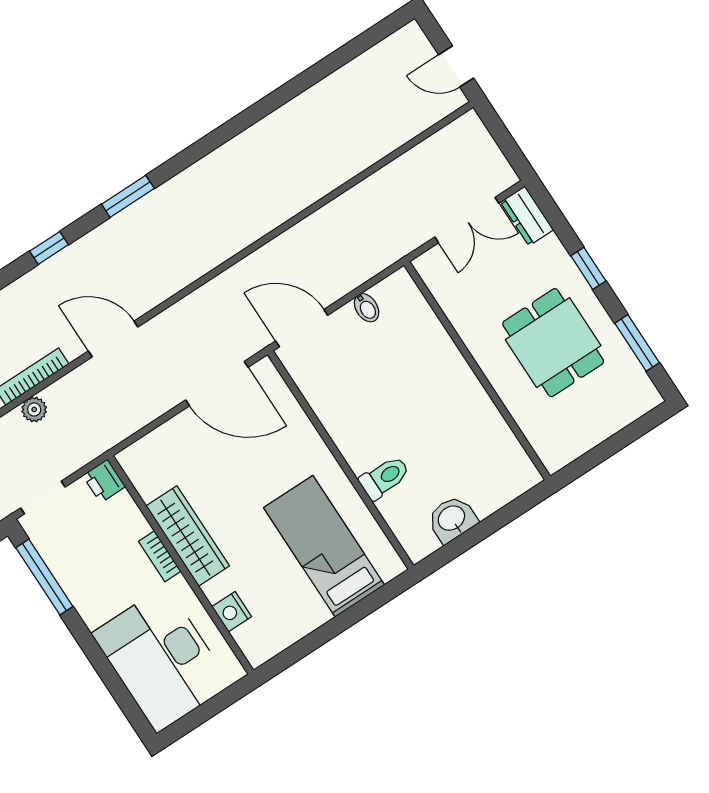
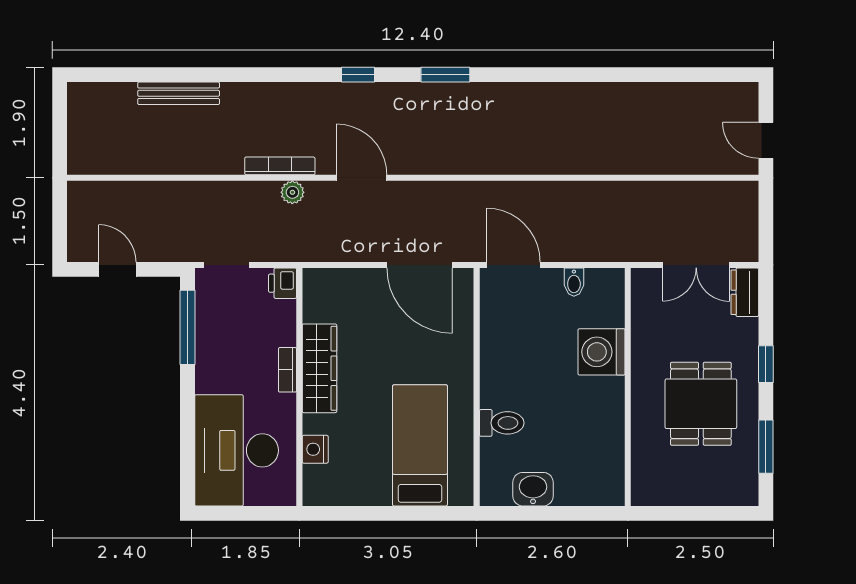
washing machine: (433, 355) -> (602, 352), added
plant: (34, 409) -> (292, 192), moved

